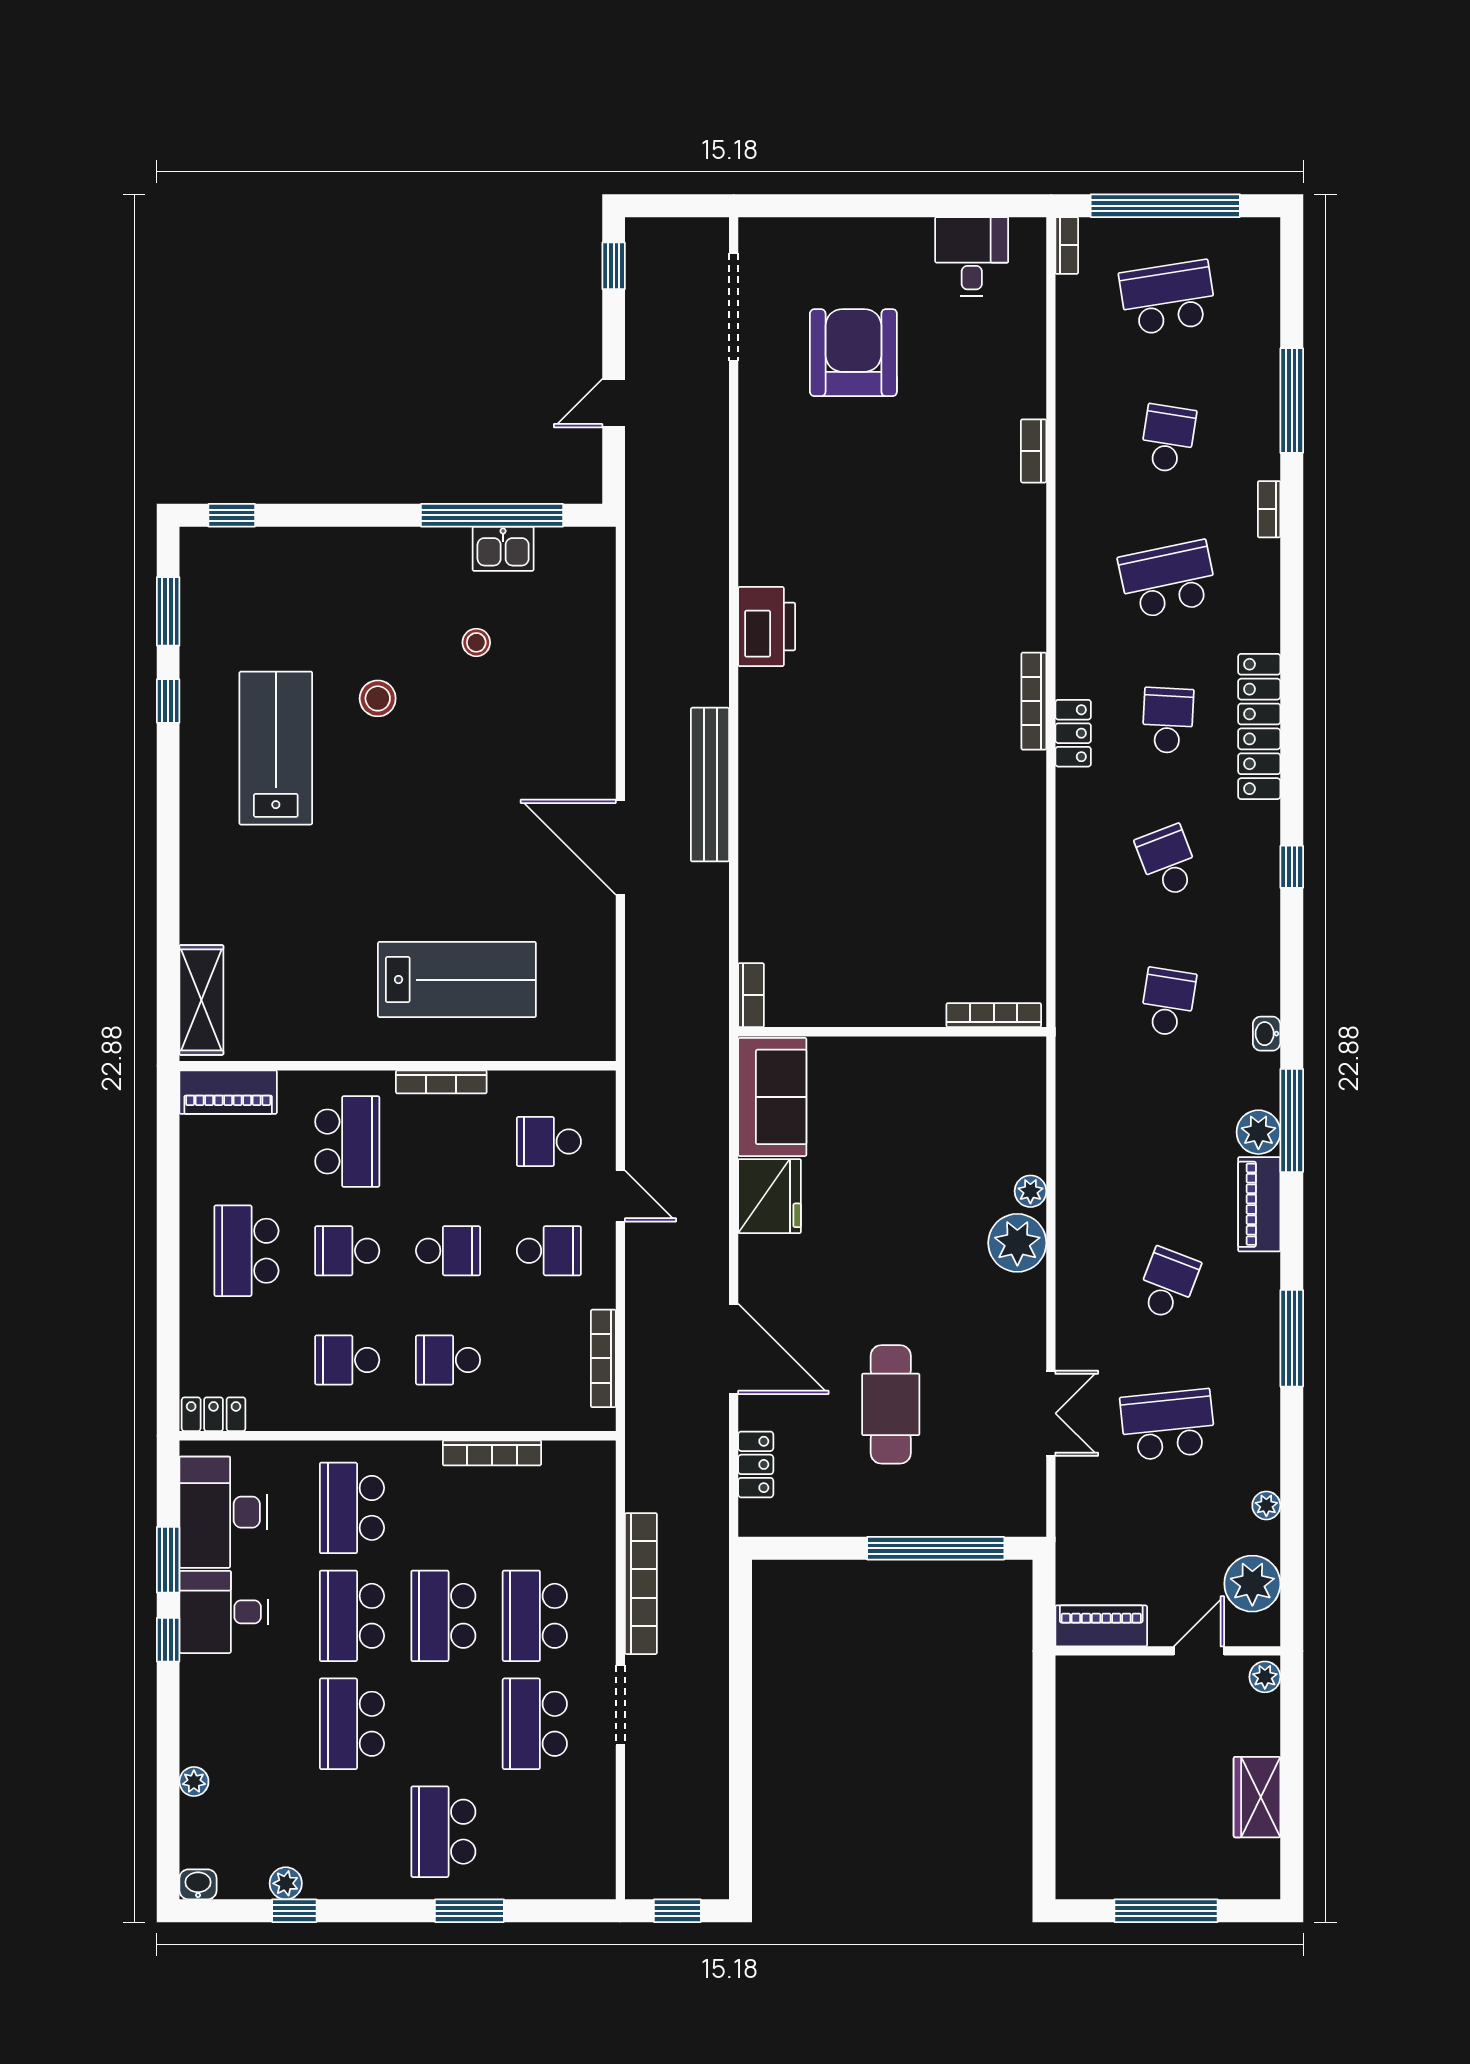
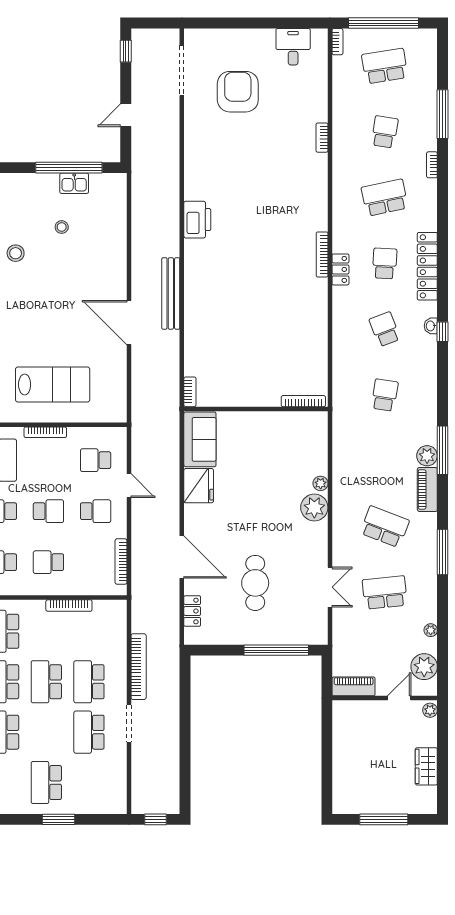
washbasin: (1267, 1034) -> (431, 326), moved
school desk: (1168, 1284) -> (385, 527), width x1.85

